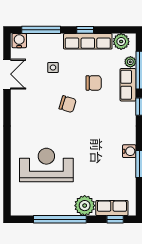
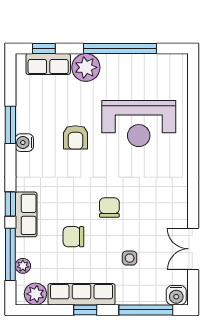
row of seats: (128, 85) -> (26, 214), moved
chair: (68, 104) -> (109, 208), turned 73
armchair: (92, 155) -> (76, 137), added

